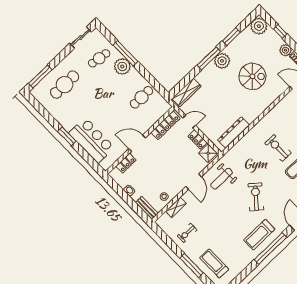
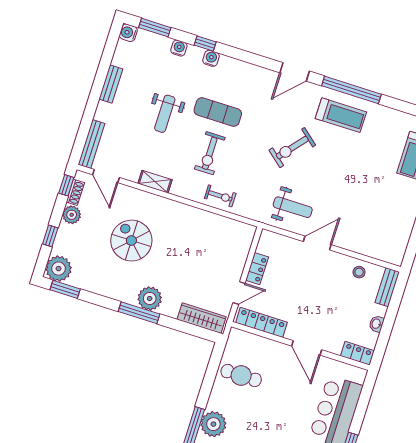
window: (231, 37) -> (65, 289), moved
plant: (222, 61) -> (150, 298), moved
door: (189, 122) -> (239, 293), swing flipped
dresser: (234, 132) -> (221, 225), removed
shower: (208, 153) -> (268, 244), removed
locker: (126, 163) -> (357, 353), moved
shelving: (176, 207) -> (155, 182), moved
exercise bike: (187, 233) -> (220, 196), moved

